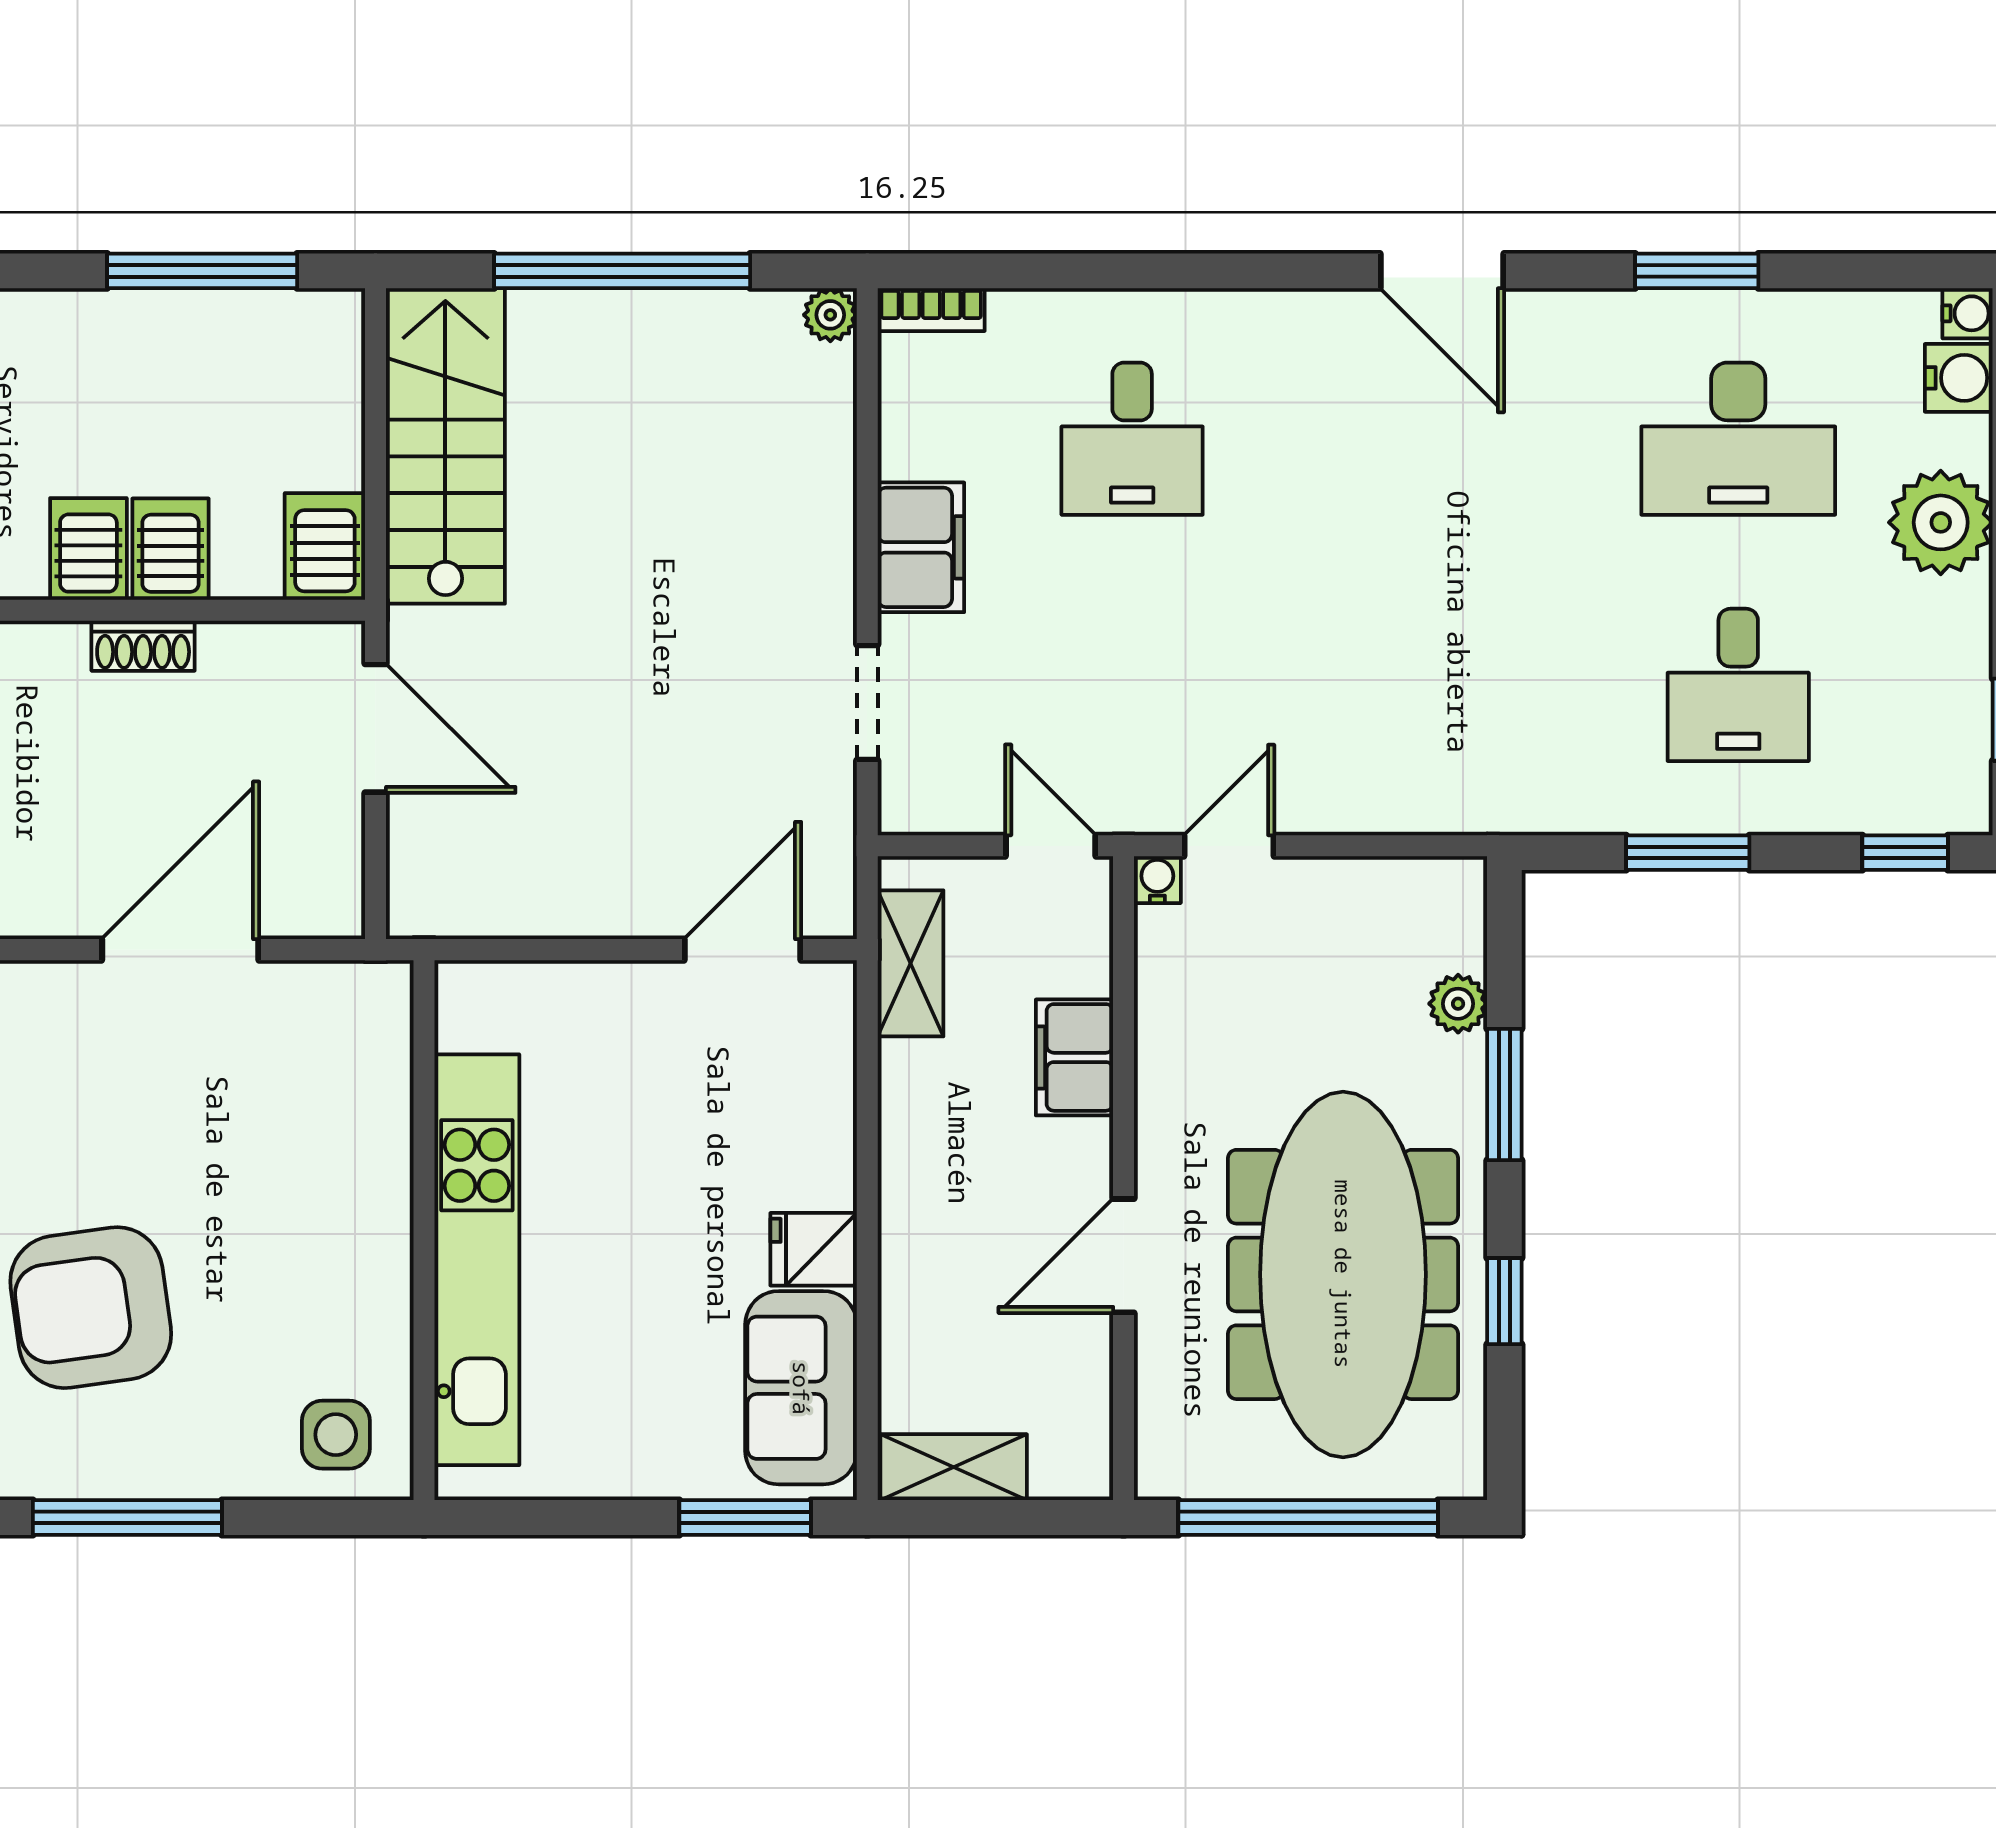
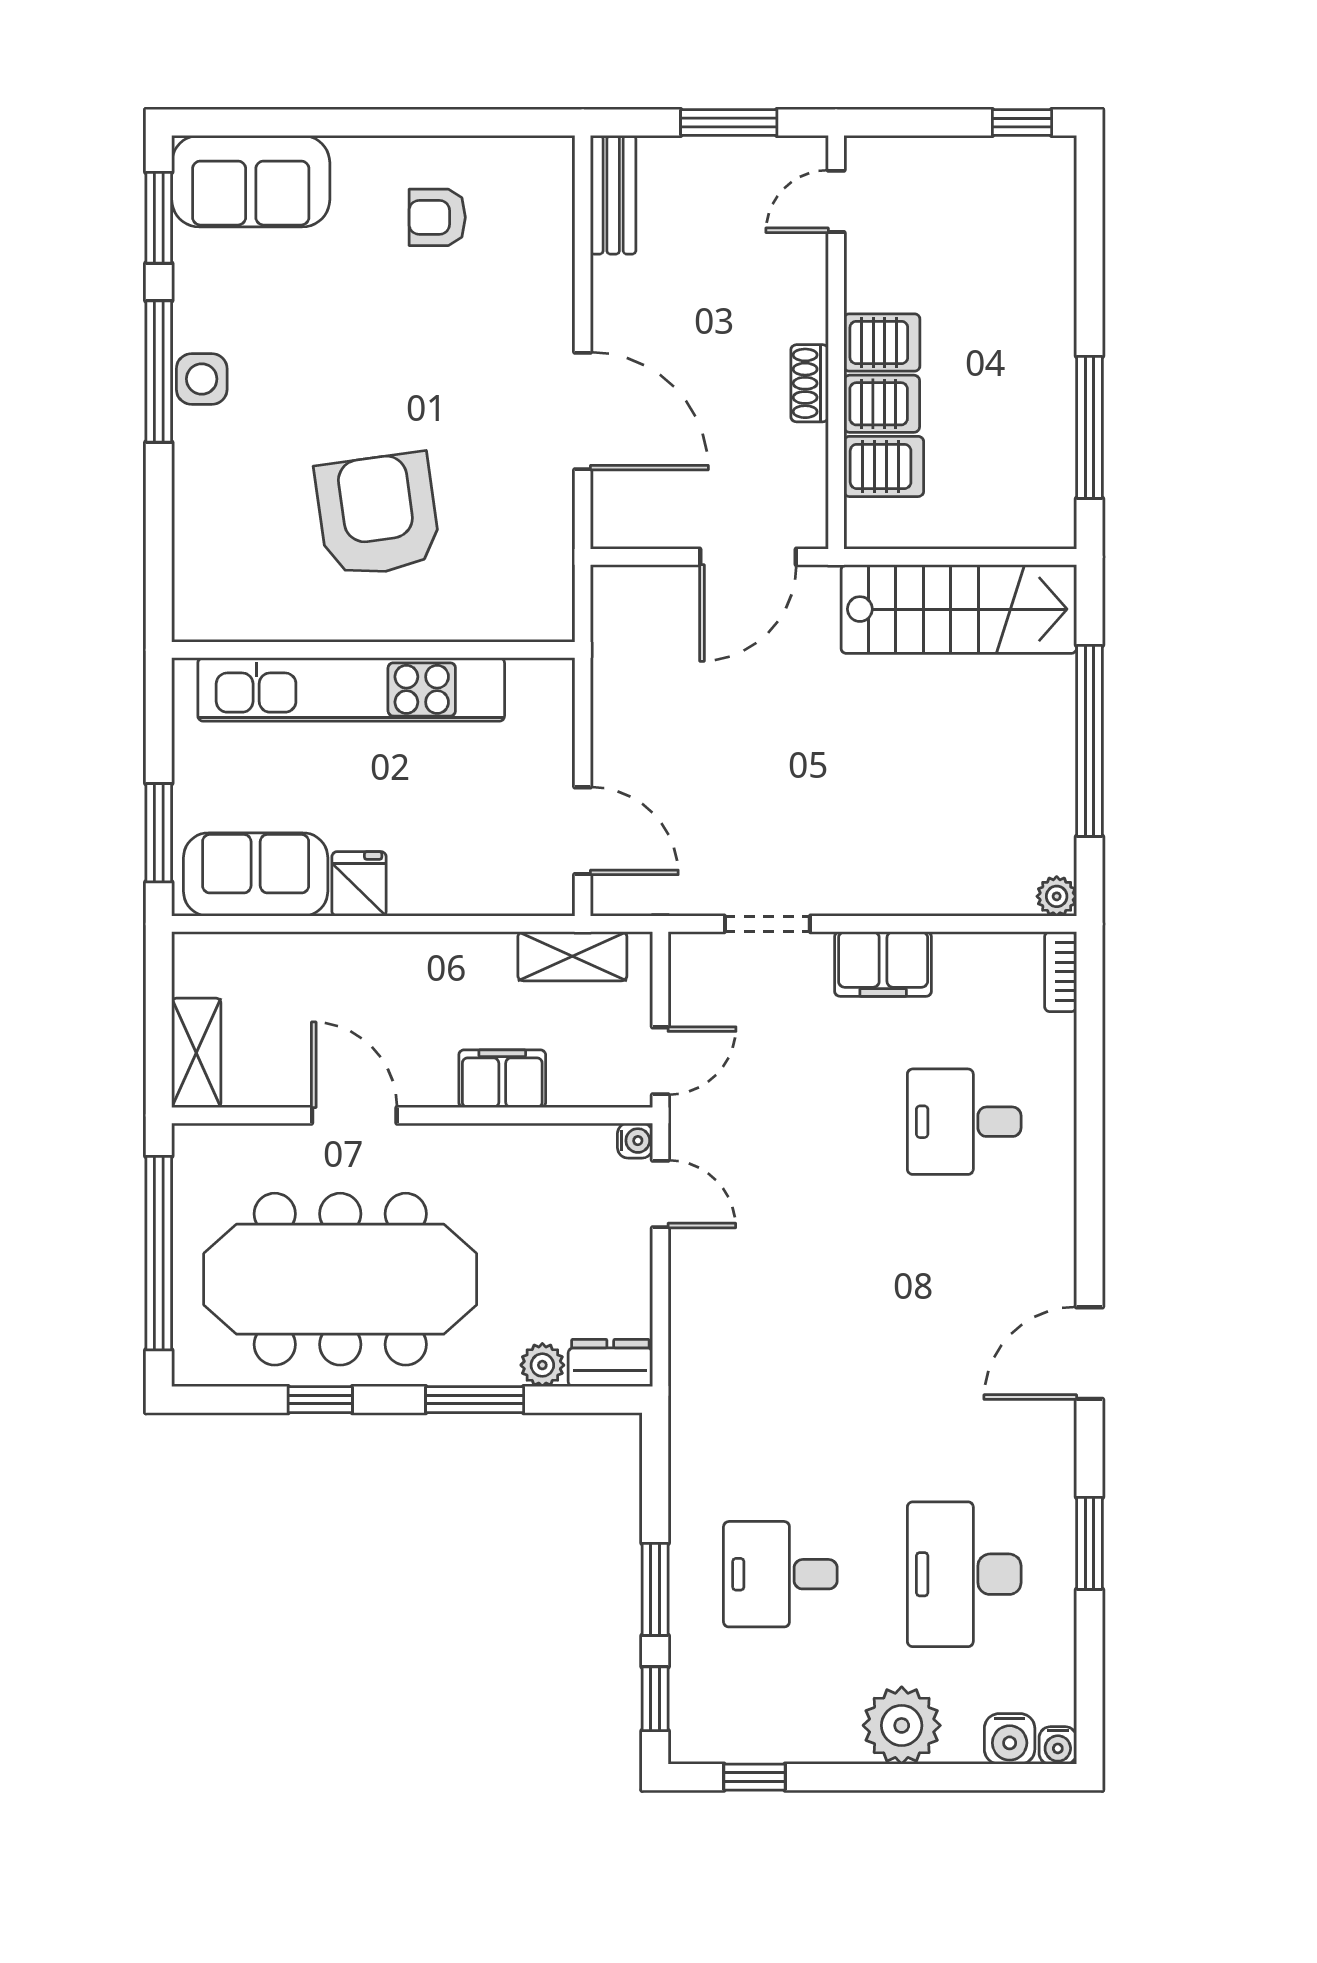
server rack: (325, 546) -> (884, 466), moved
window: (1688, 853) -> (655, 1589), moved
dresser: (1455, 913) -> (610, 1363), added
wall: (424, 1230) -> (373, 650), moved
kitchen unit: (477, 1260) -> (351, 689), moved
armchair: (91, 1308) -> (378, 515), moved
side table: (336, 1435) -> (202, 379), moved
shelving: (954, 1467) -> (196, 1053), moved

